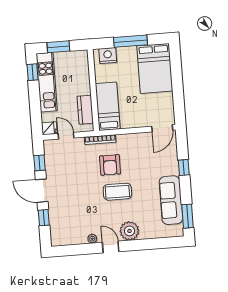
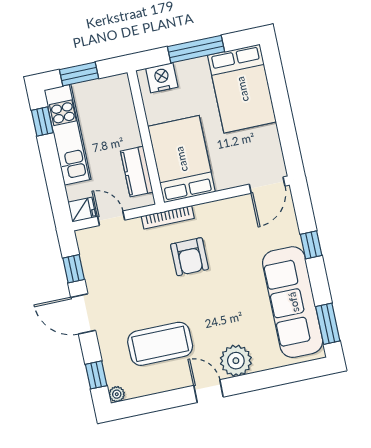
bed: (108, 106) -> (181, 159), width x1.50
coffee table: (117, 192) -> (160, 344), moved, width x1.36, depth x1.32
sofa: (171, 200) -> (293, 302), width x1.36, depth x1.27
window: (44, 218) -> (96, 375), moved
plant: (92, 239) -> (117, 394), moved

